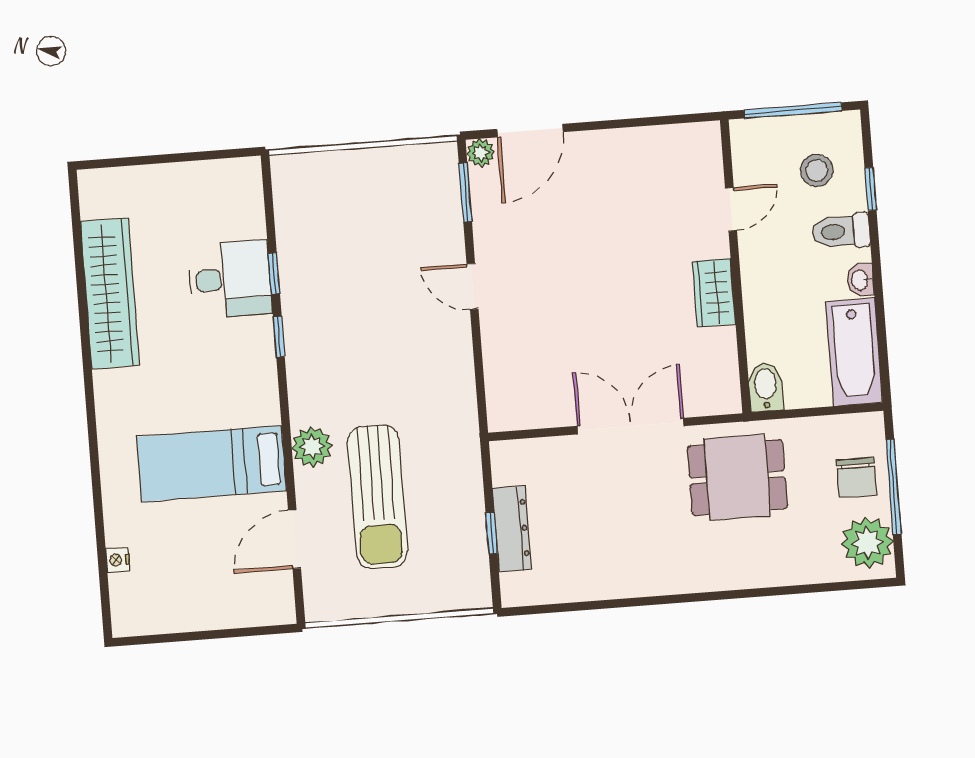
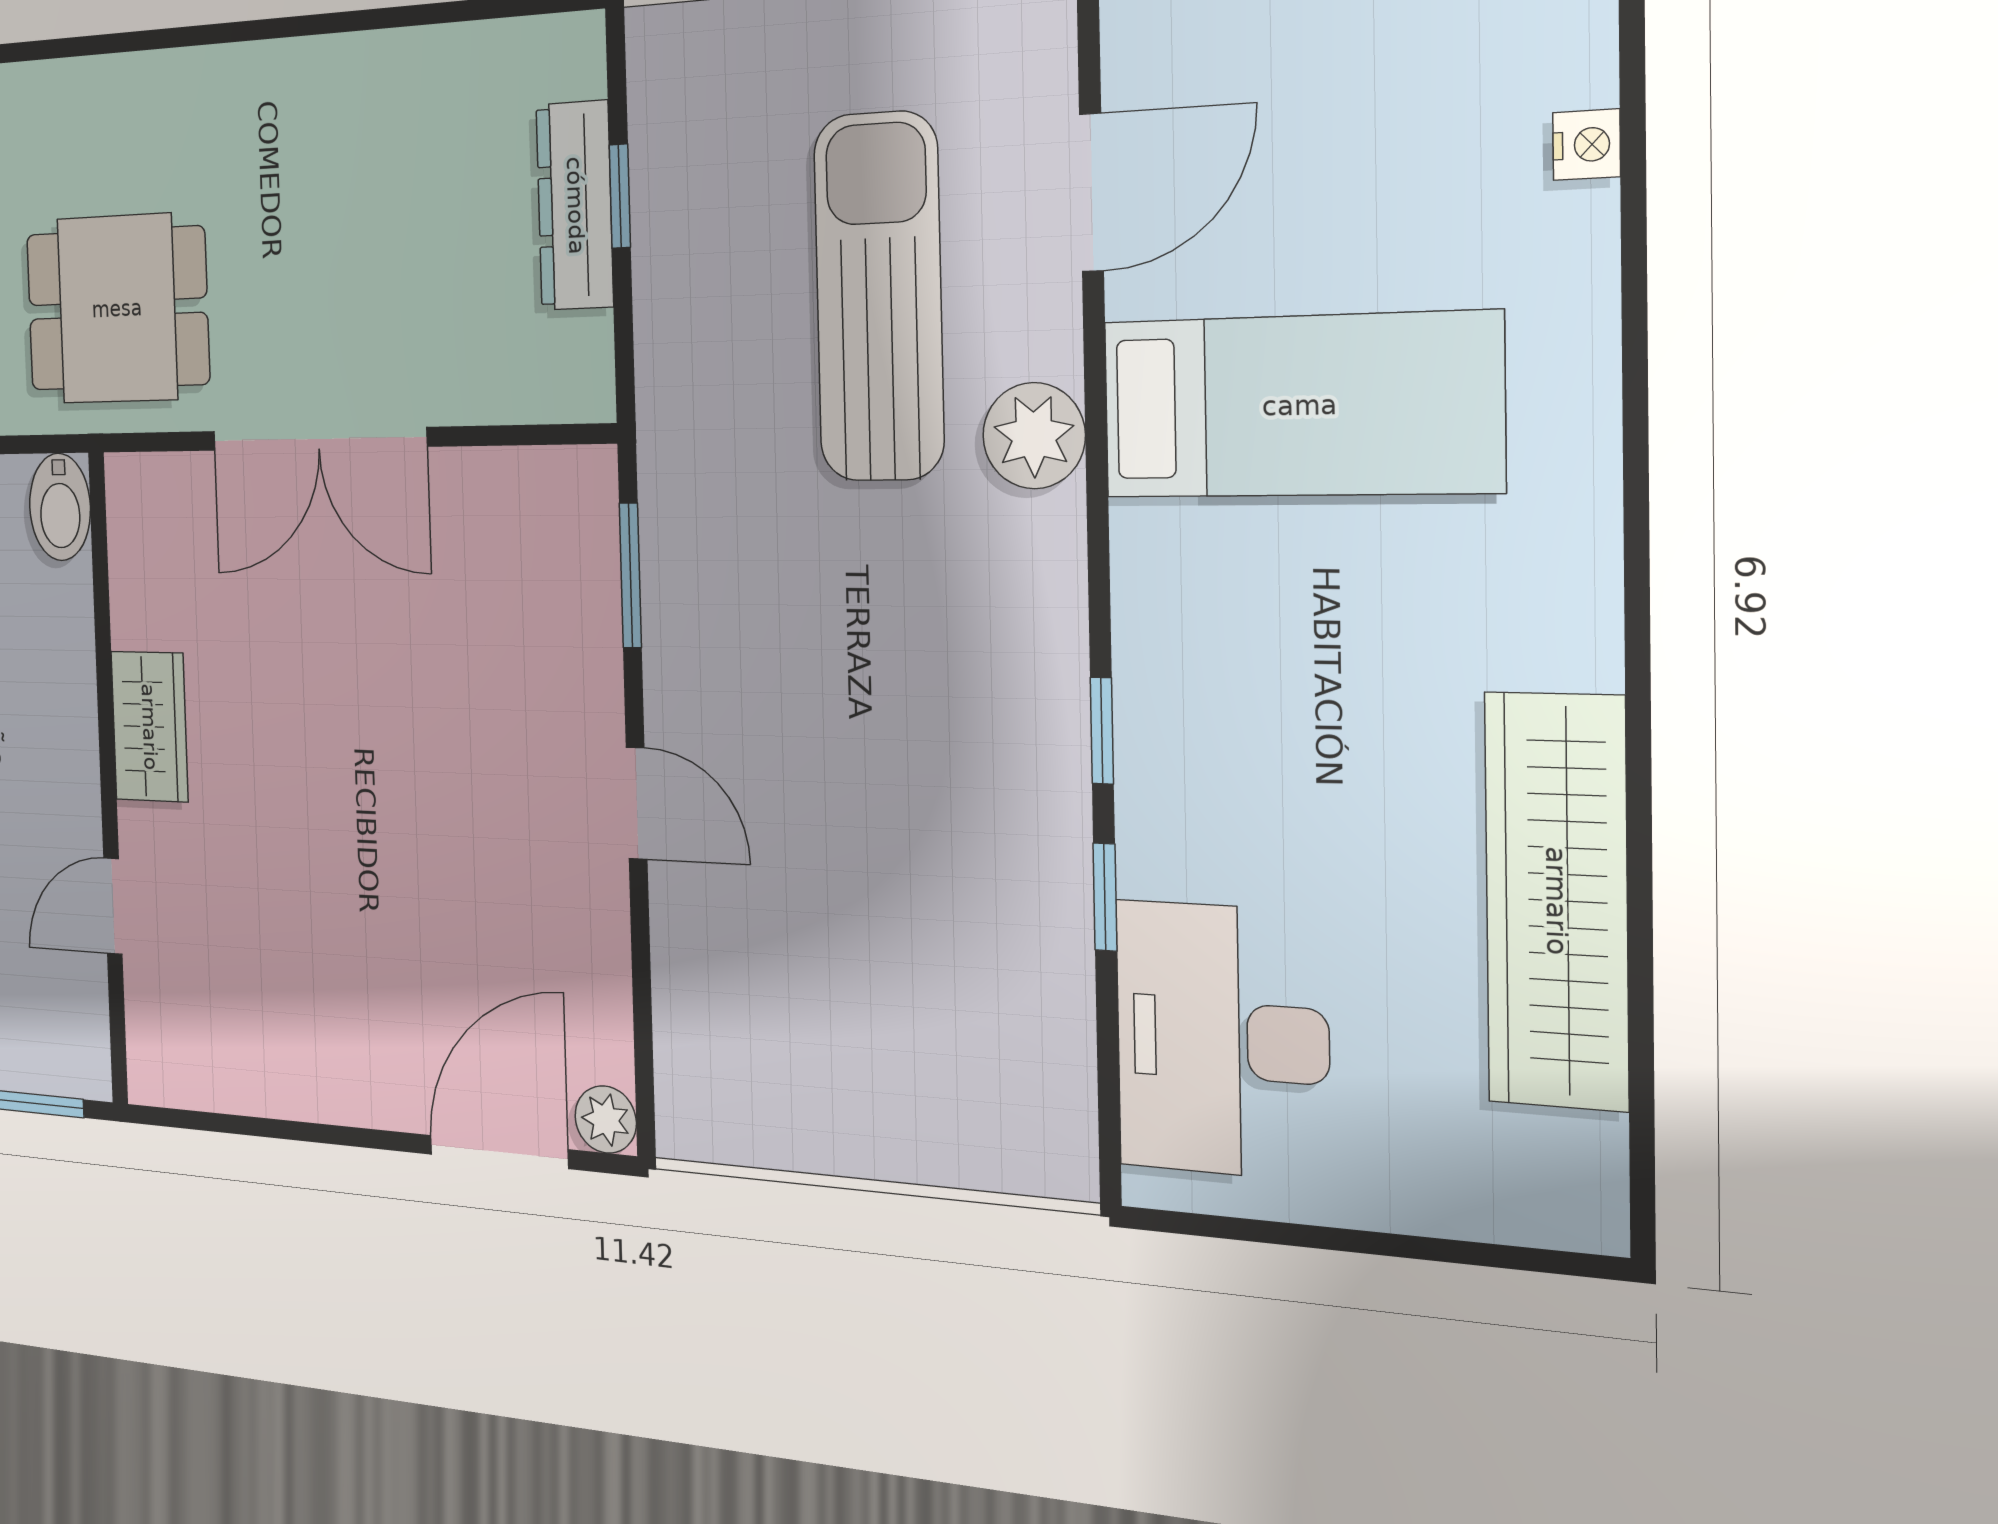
window: (465, 192) -> (630, 575), moved
desk: (230, 279) -> (1222, 1040), moved, width x1.37

